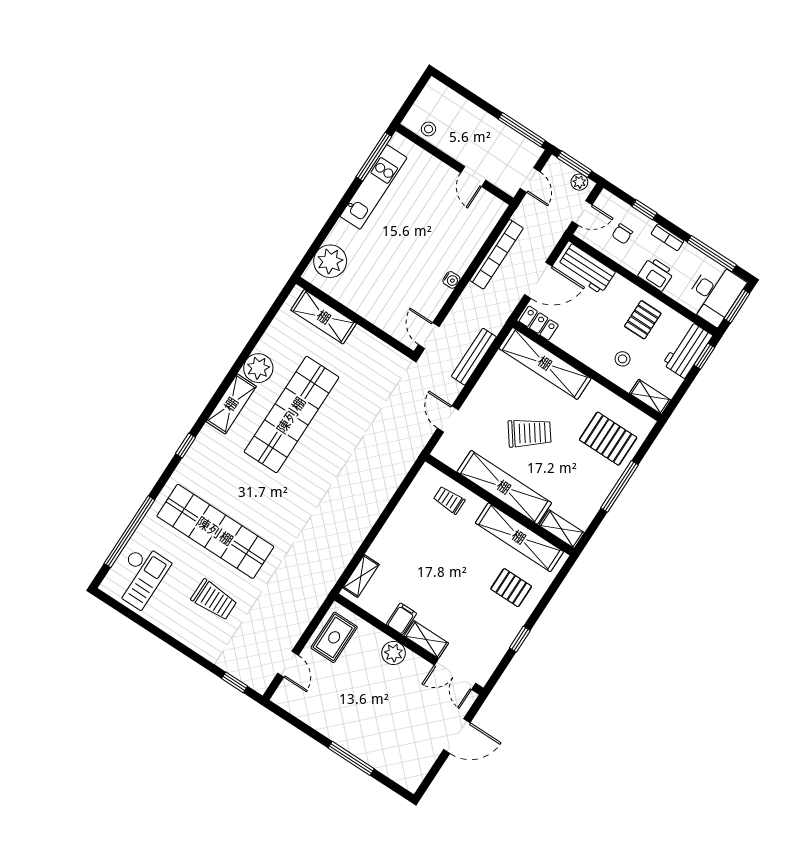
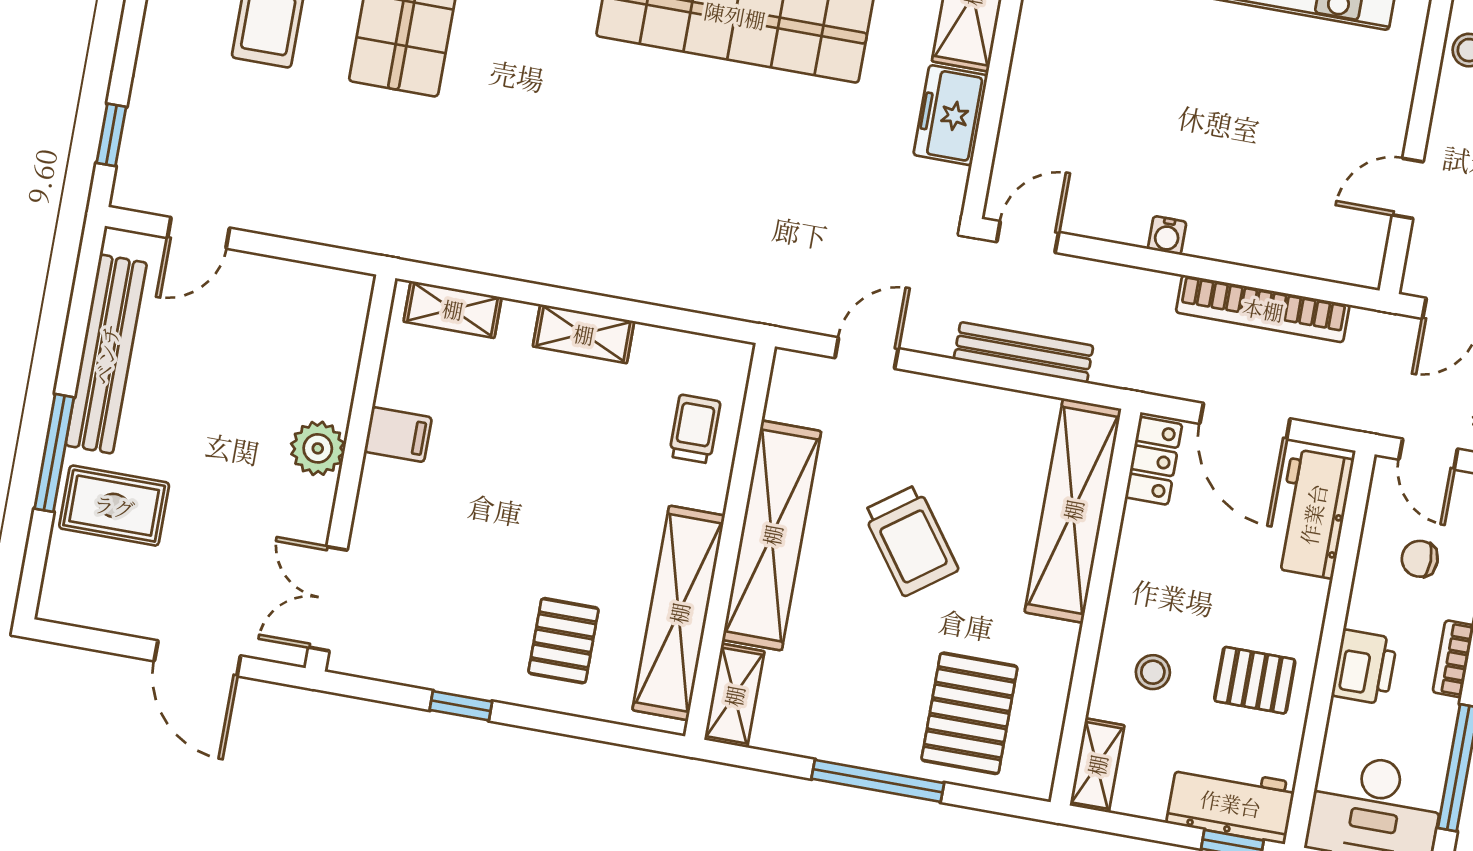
freezer: (367, 346) -> (951, 115), added
rug: (334, 637) -> (114, 506), moved
shelving: (426, 640) -> (584, 334), moved, turned 90
bench: (321, 721) -> (106, 354), added

